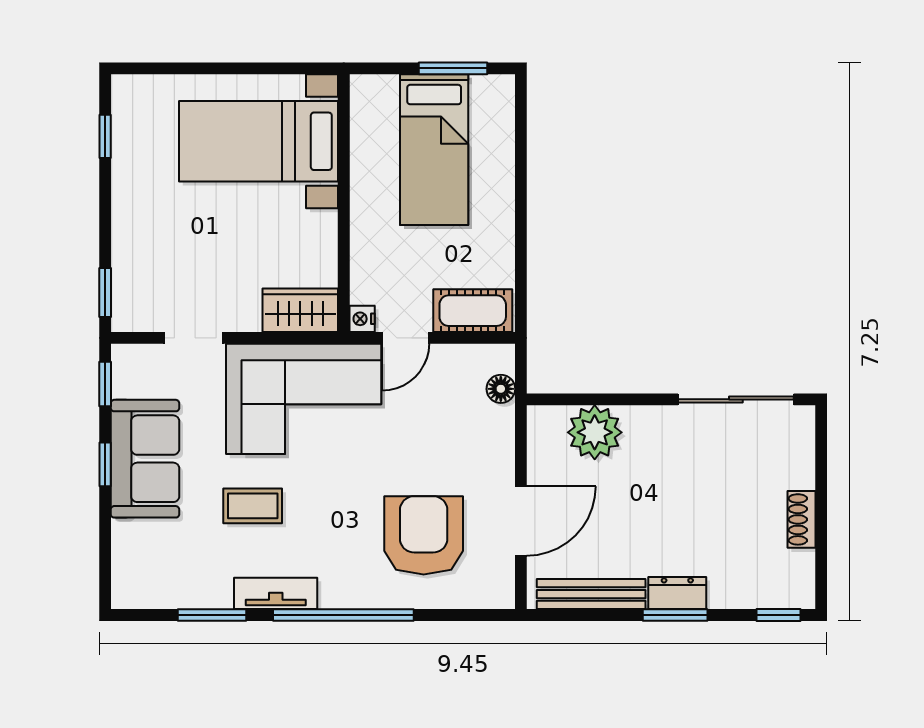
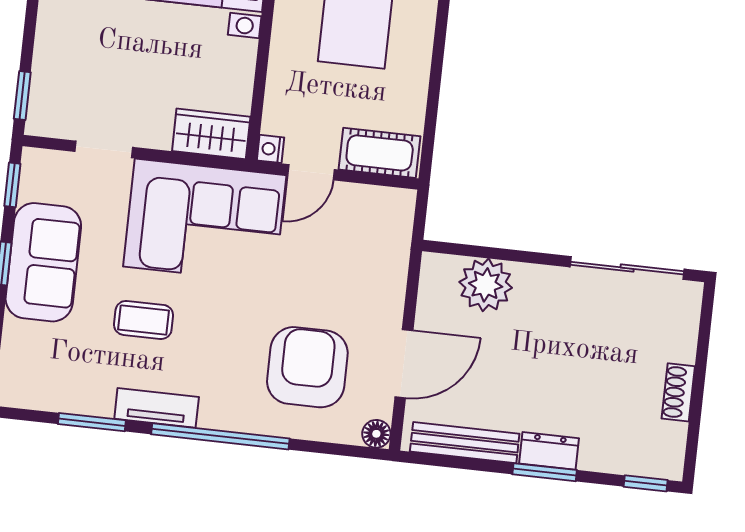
floor lamp: (501, 389) -> (376, 434), moved

